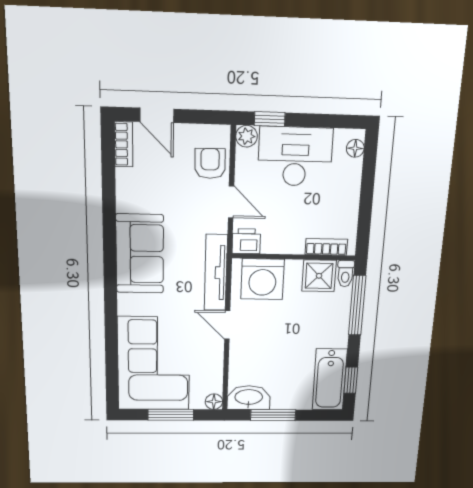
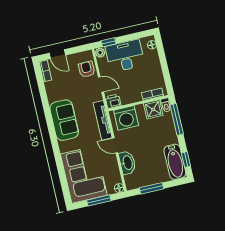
washbasin: (249, 398) -> (127, 163), moved, turned 90

